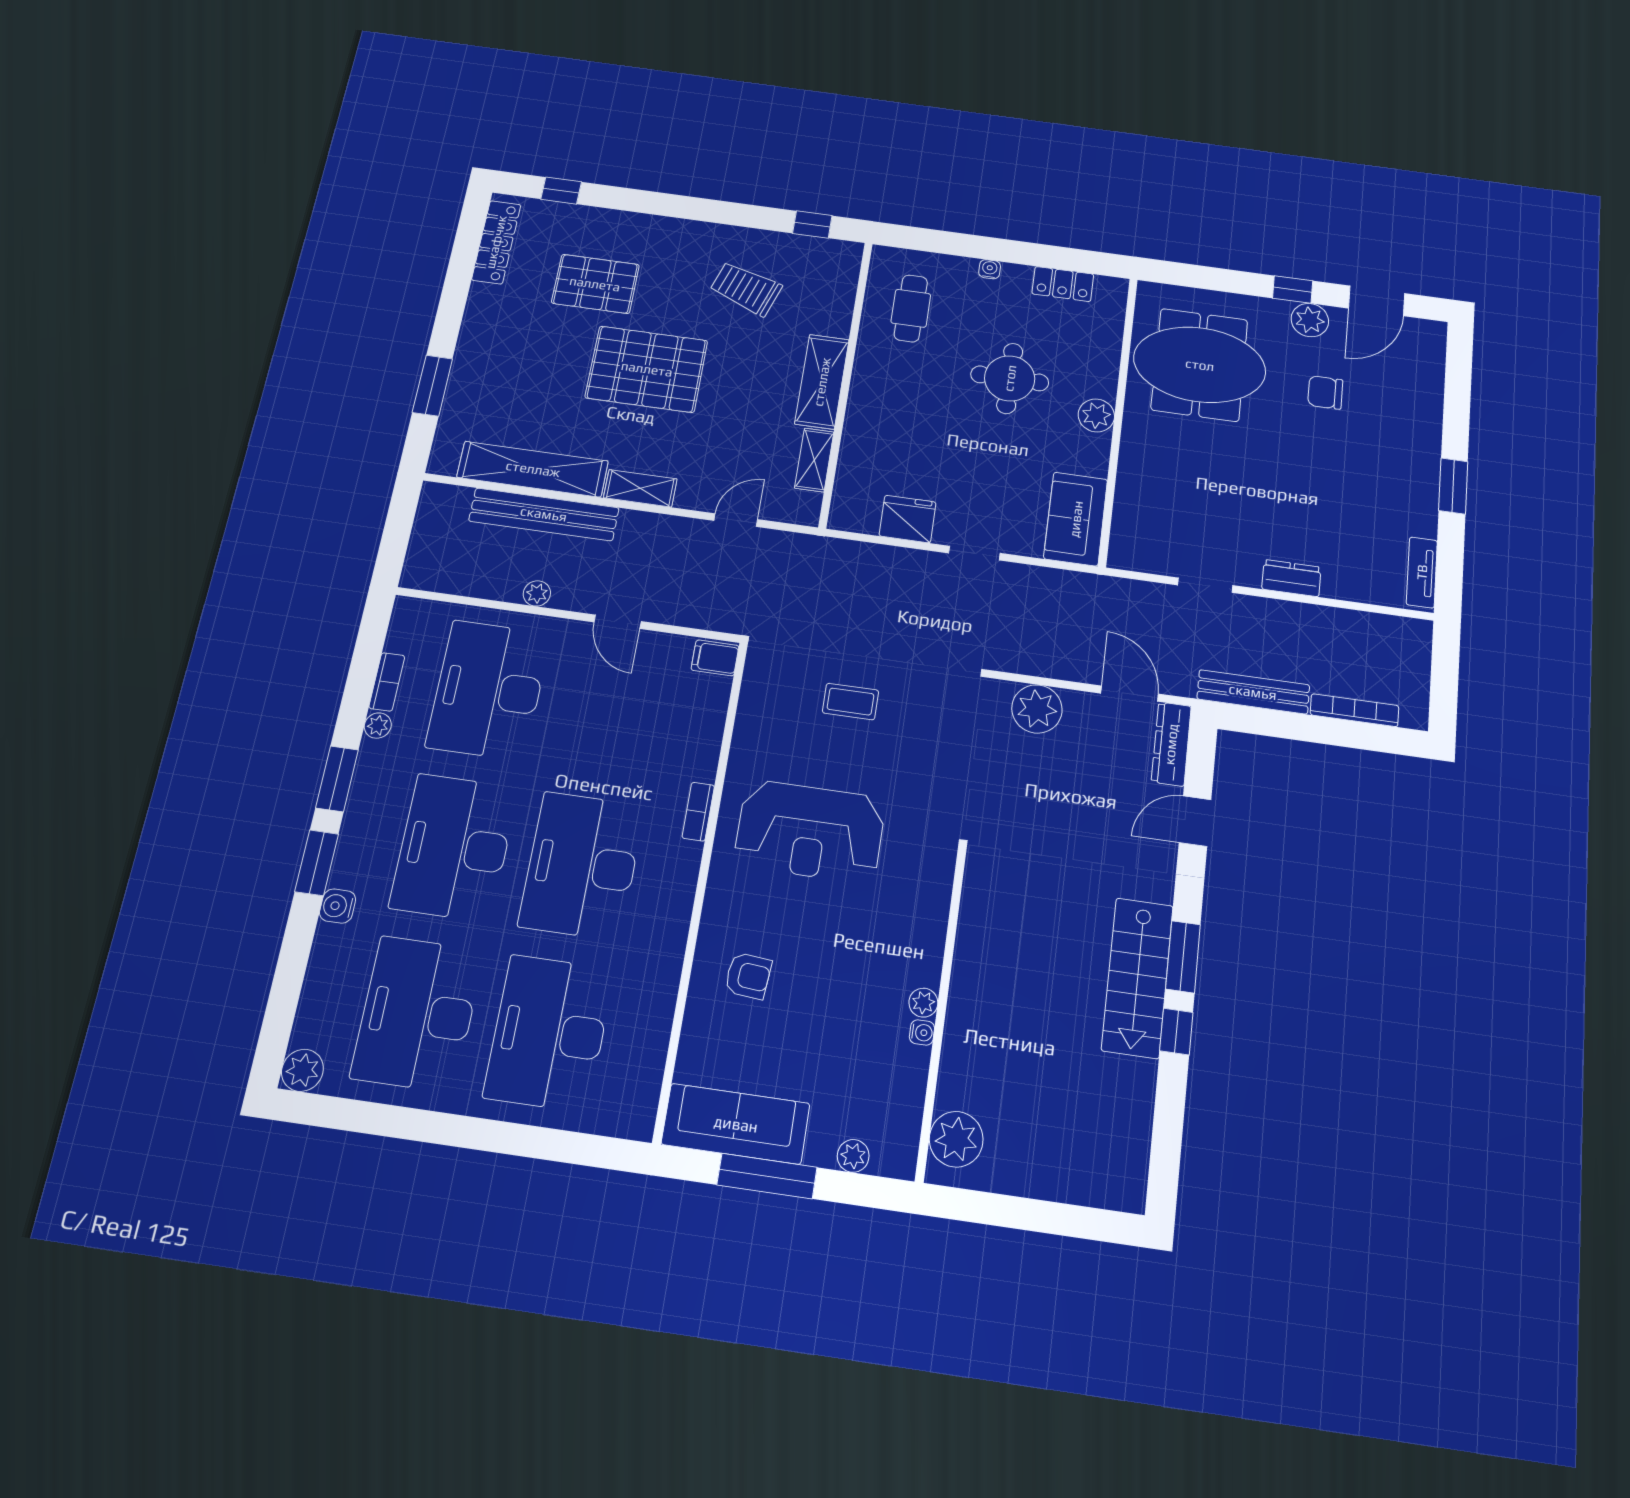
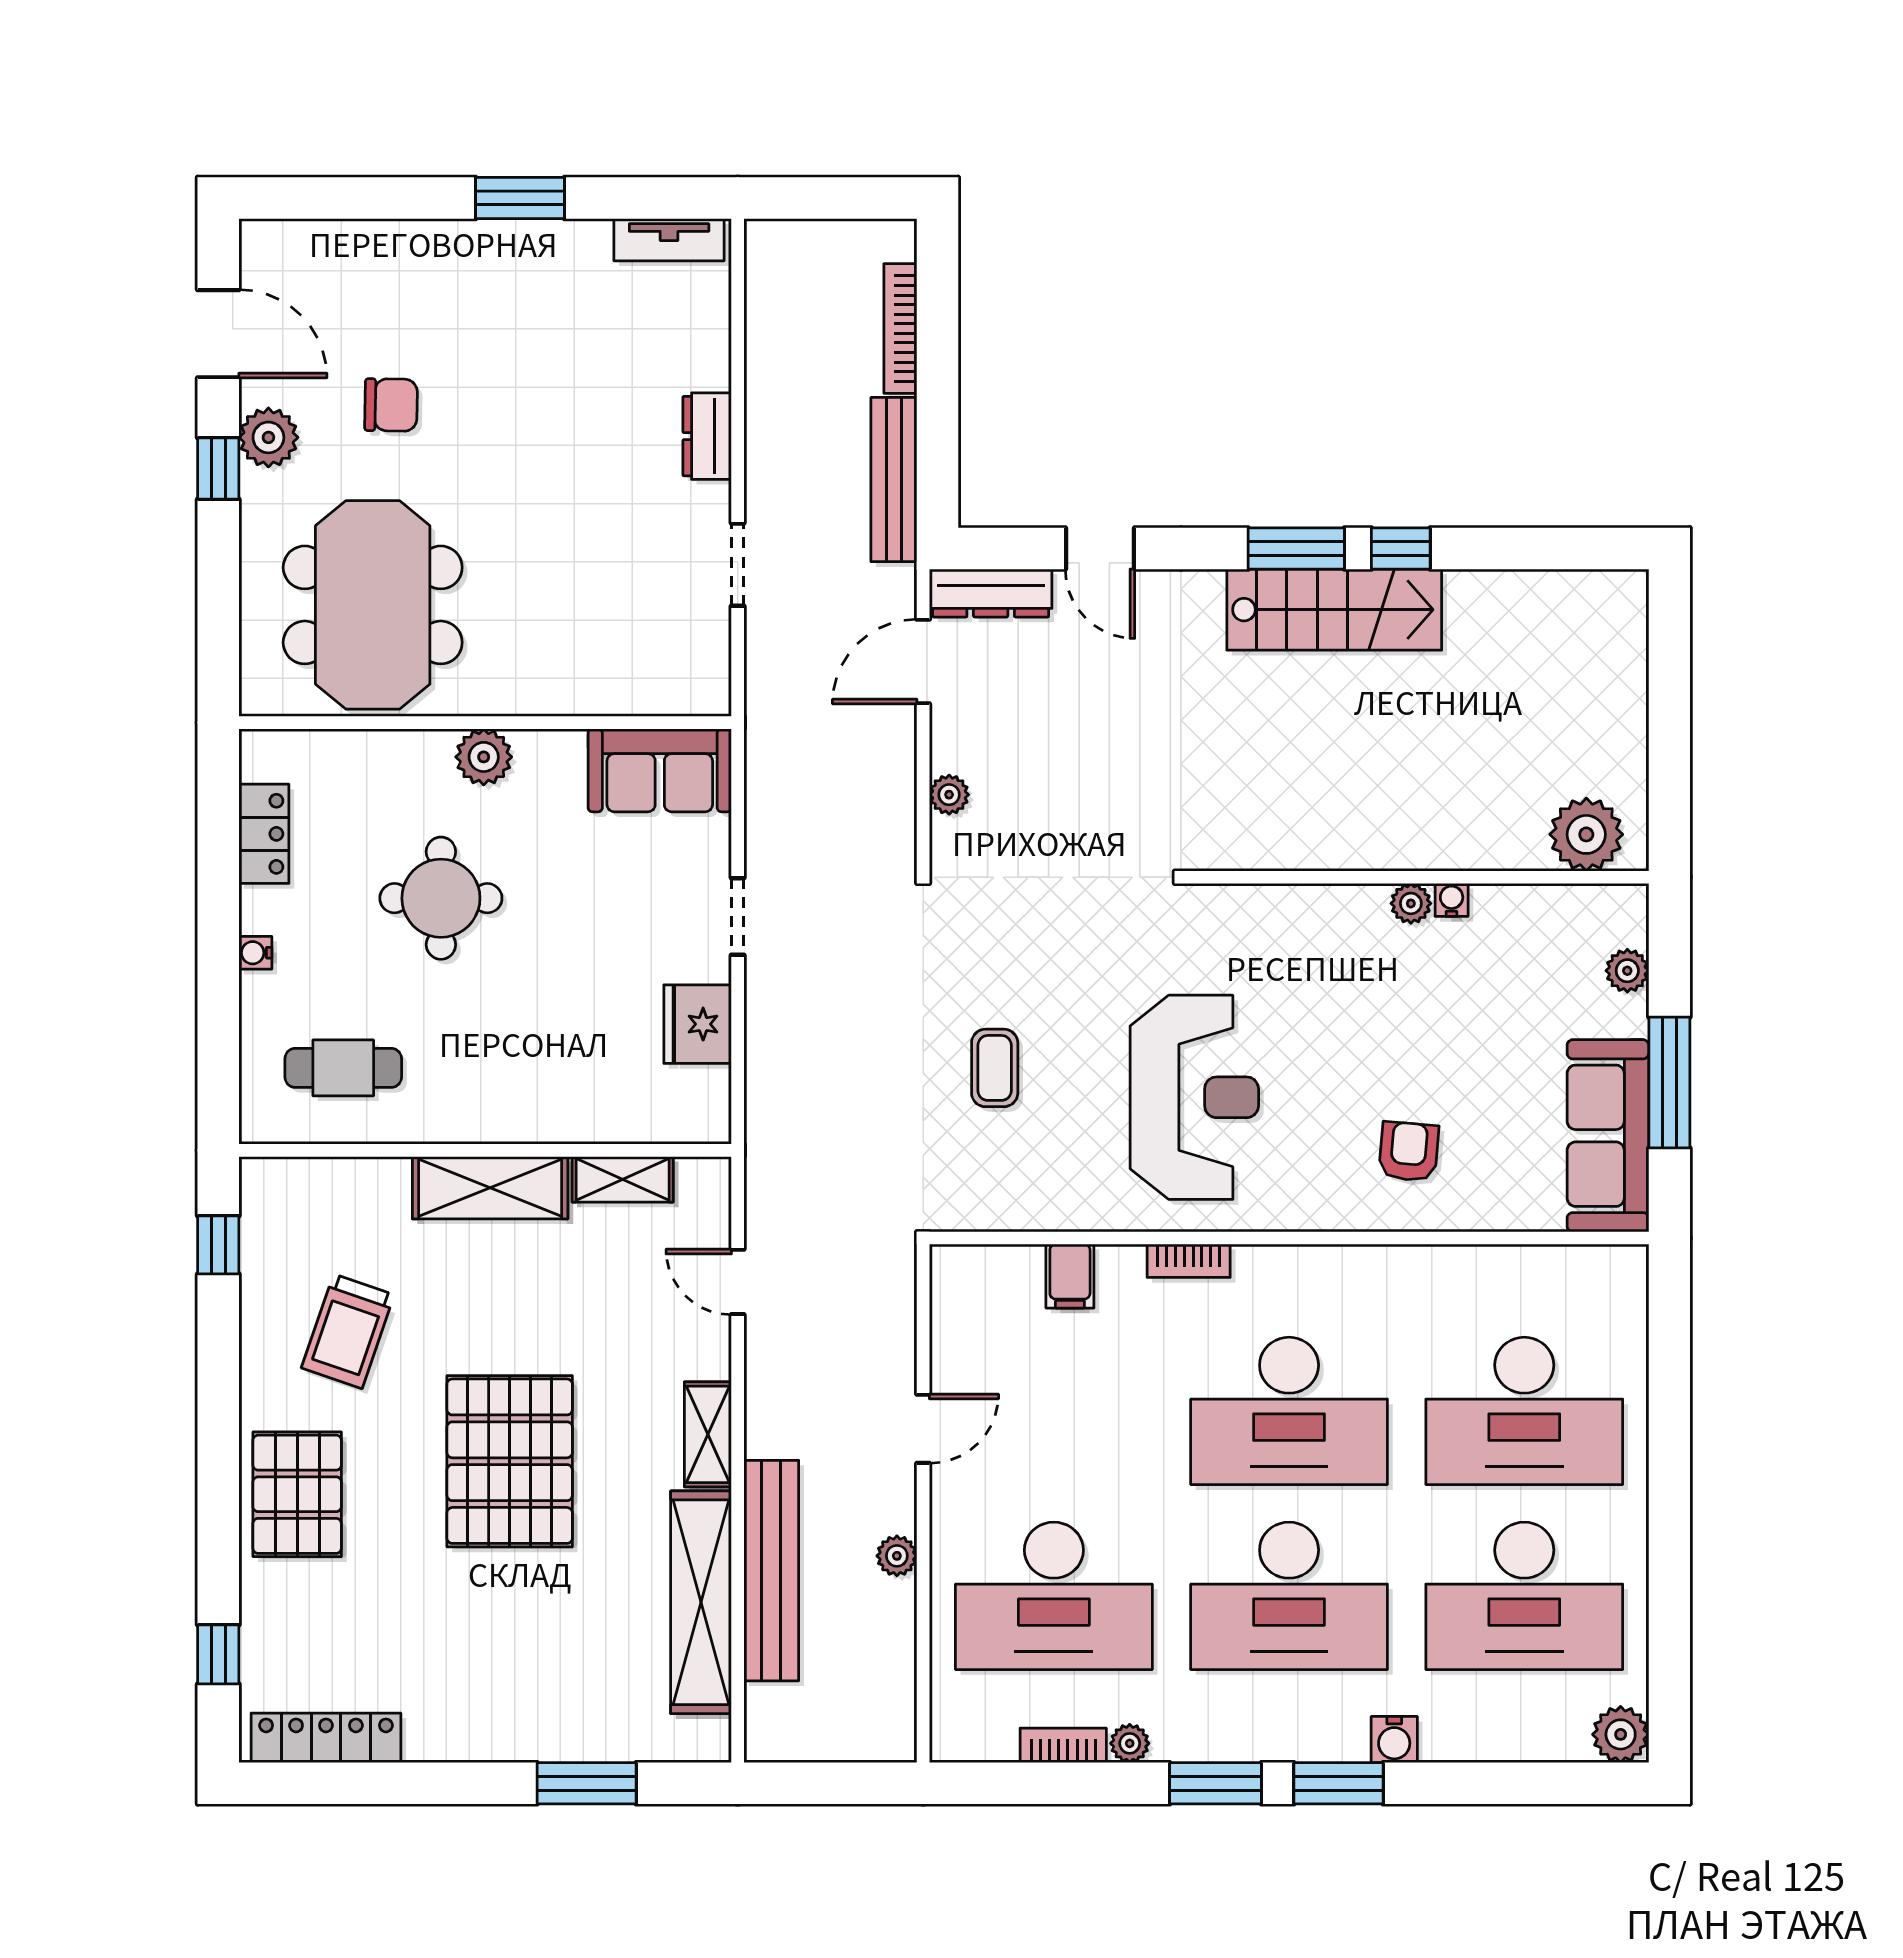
pallet: (595, 284) -> (297, 1494), moved
chair: (1325, 392) -> (391, 405), turned -89
filing cabinet: (715, 658) -> (1070, 1276), moved
plant: (1037, 709) -> (949, 795), width x0.53, depth x0.53

